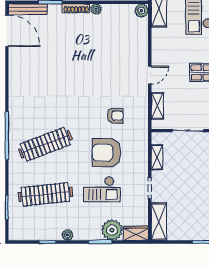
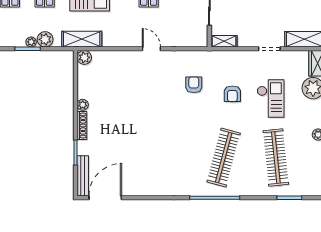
shelving: (157, 106) -> (183, 41), removed
clothes rail: (45, 144) -> (224, 158), turned 36
armchair: (106, 153) -> (232, 94), width x0.53, depth x0.53
shelving: (157, 157) -> (224, 41), moved

